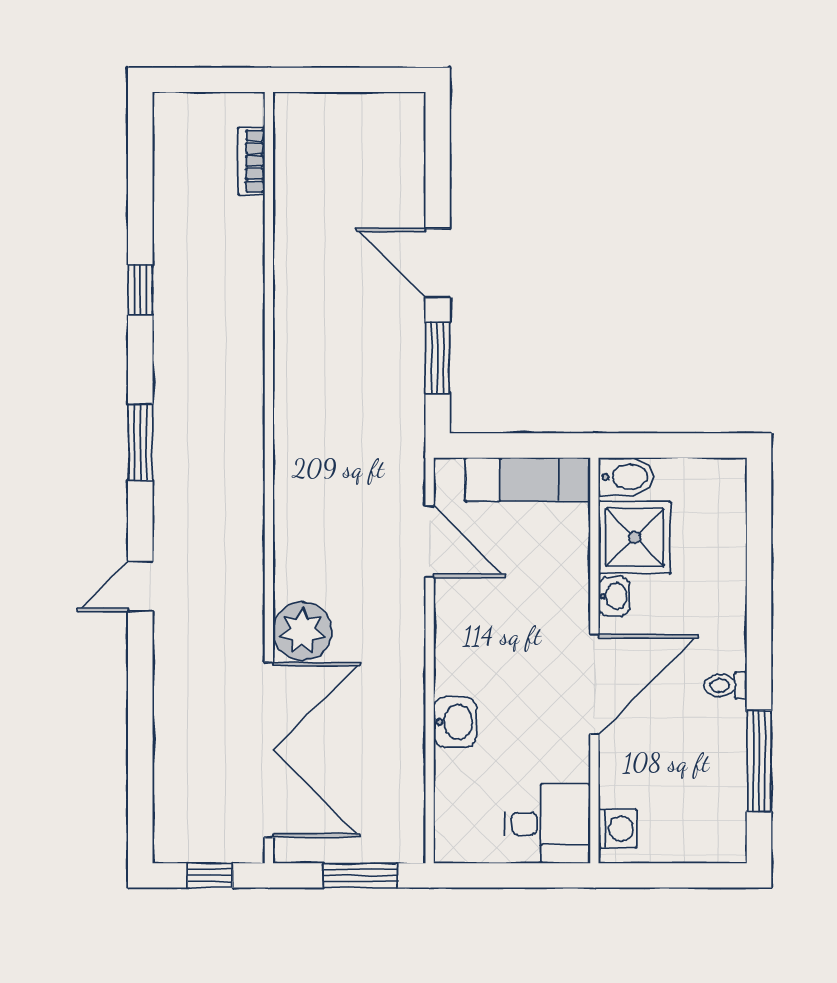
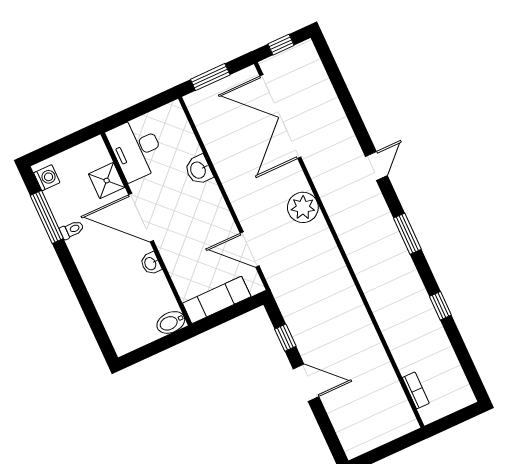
window: (438, 358) -> (285, 338), width x0.67
shower: (635, 537) -> (107, 181), moved, width x0.73, depth x0.73
plant: (302, 631) -> (303, 207), moved
door: (594, 684) -> (141, 218), hinge flipped
toilet: (725, 685) -> (72, 230), moved
desk: (547, 824) -> (136, 149), width x1.37
washing machine: (618, 829) -> (47, 178), moved, turned 180

